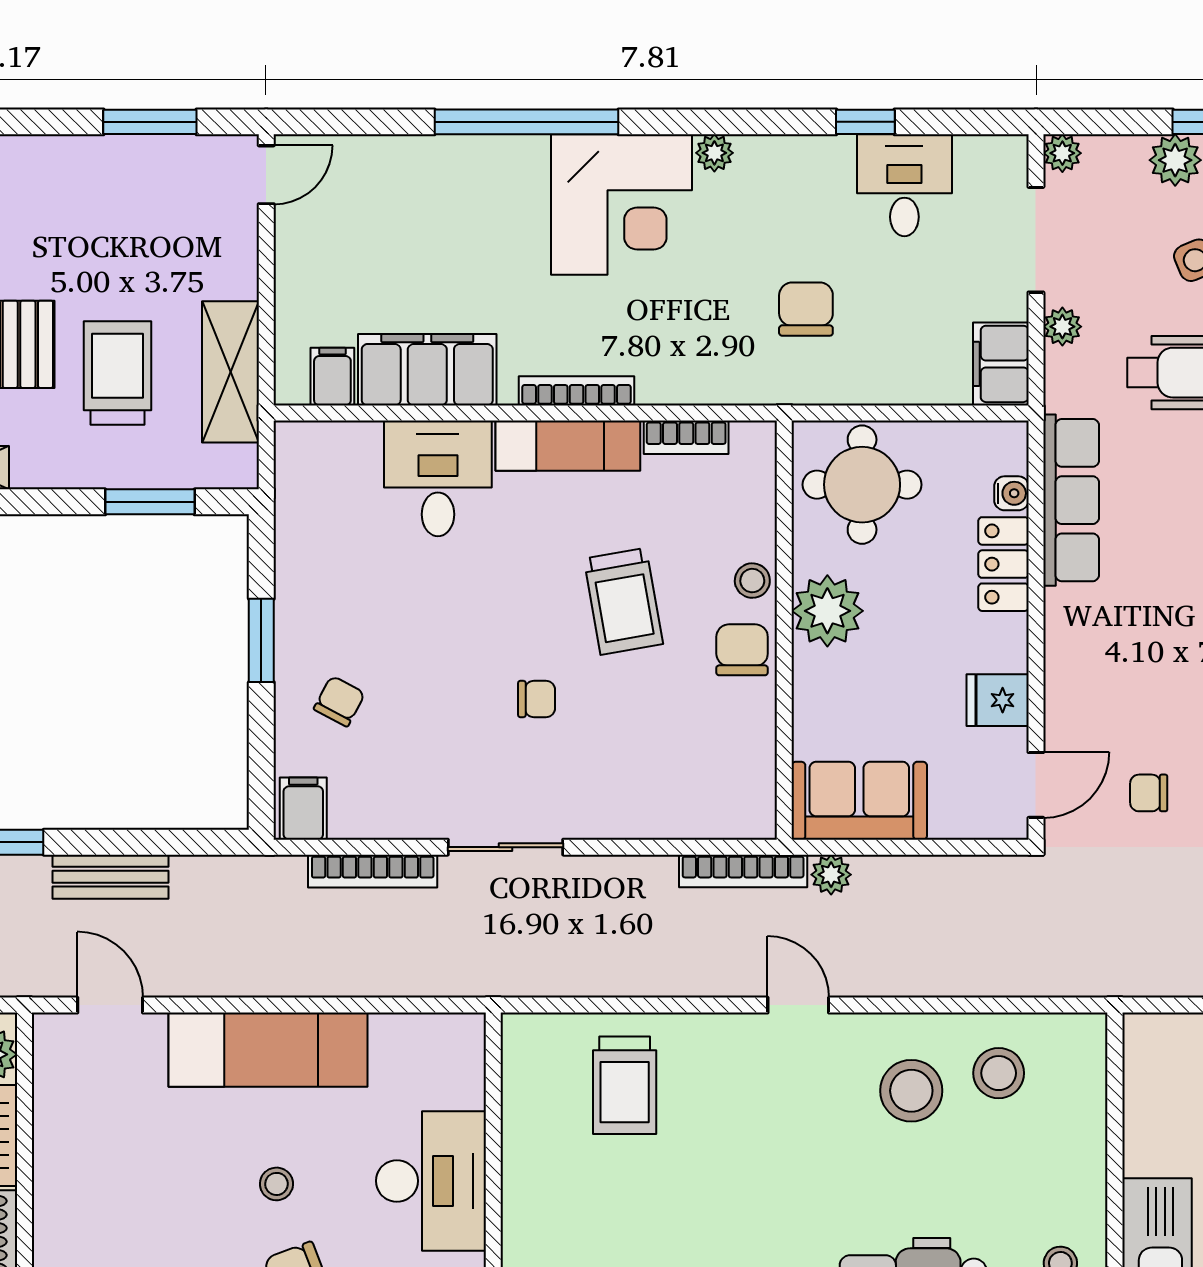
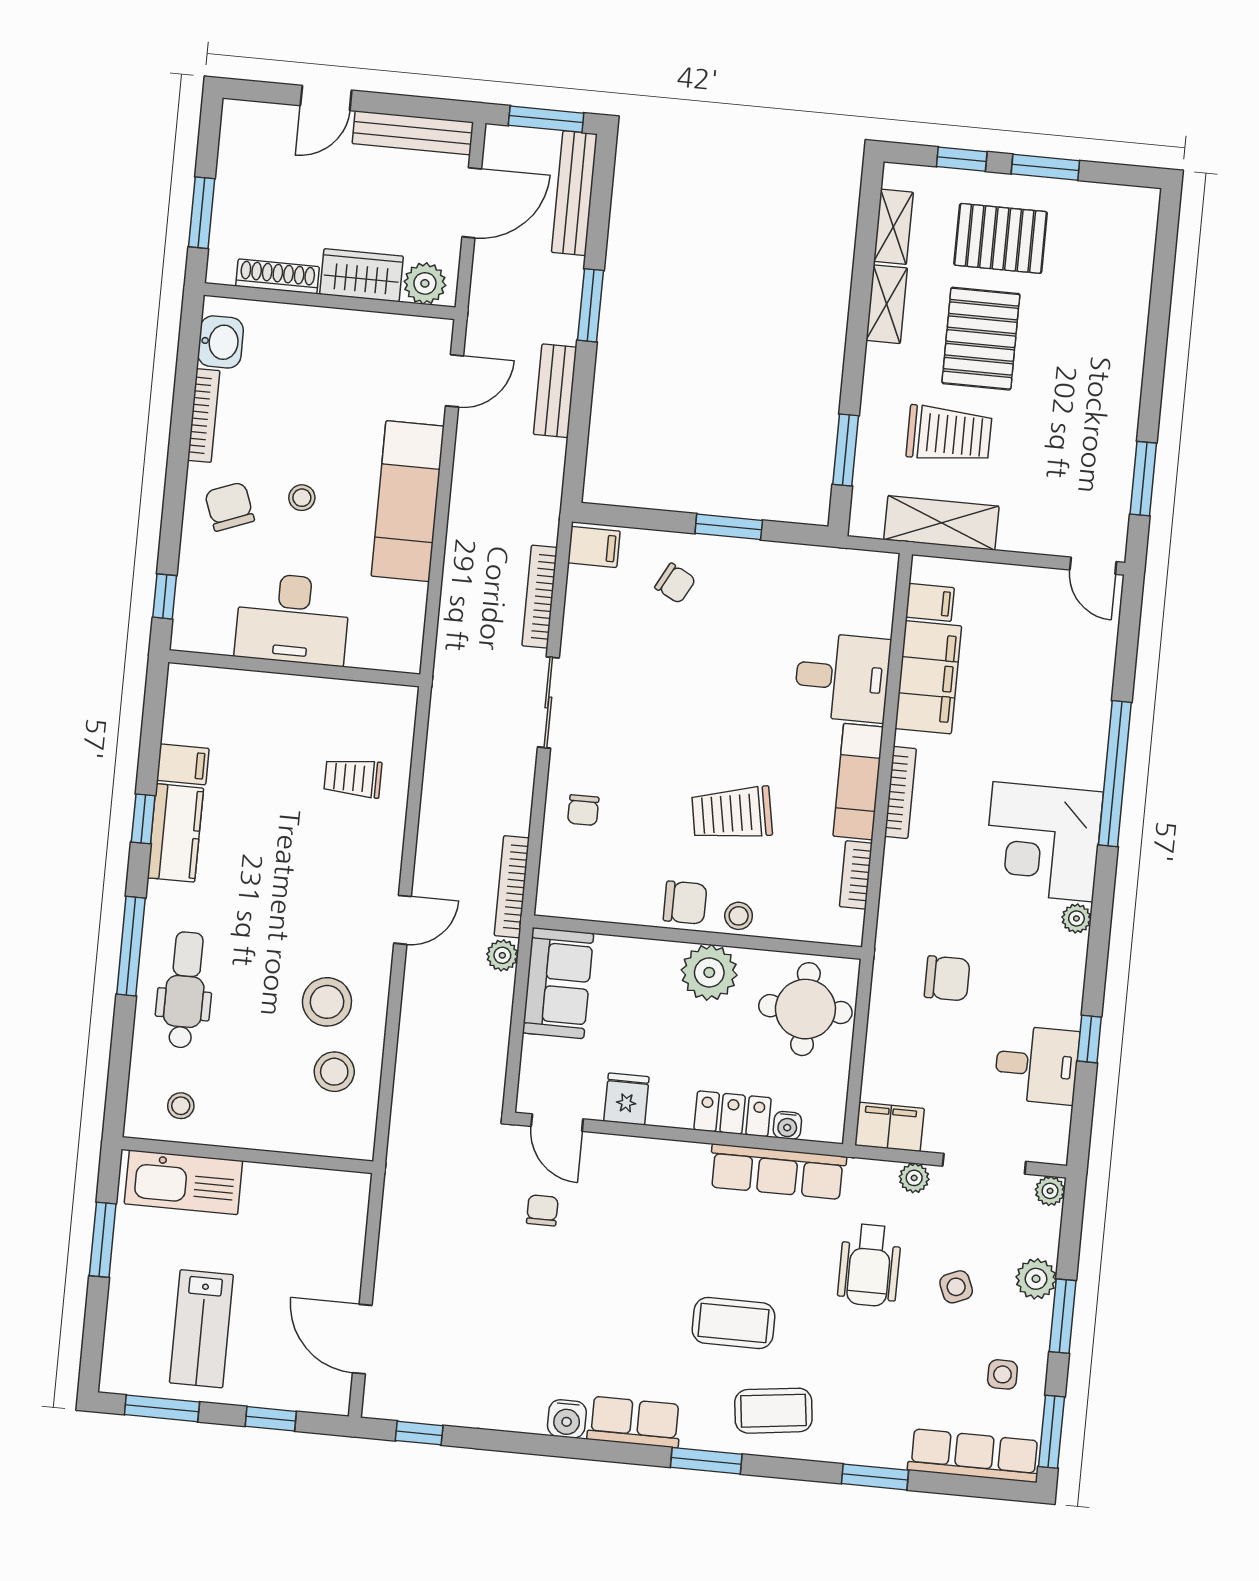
chair: (537, 699) -> (583, 810), moved
trolley: (625, 1085) -> (353, 778), width x0.73, depth x0.72

